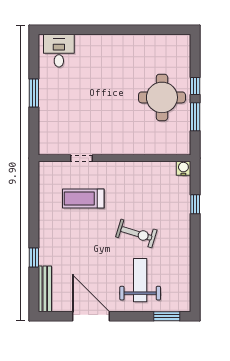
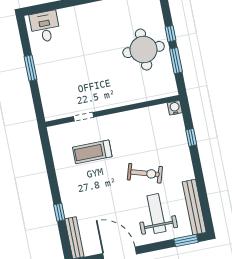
bench: (183, 281) -> (194, 207), added

